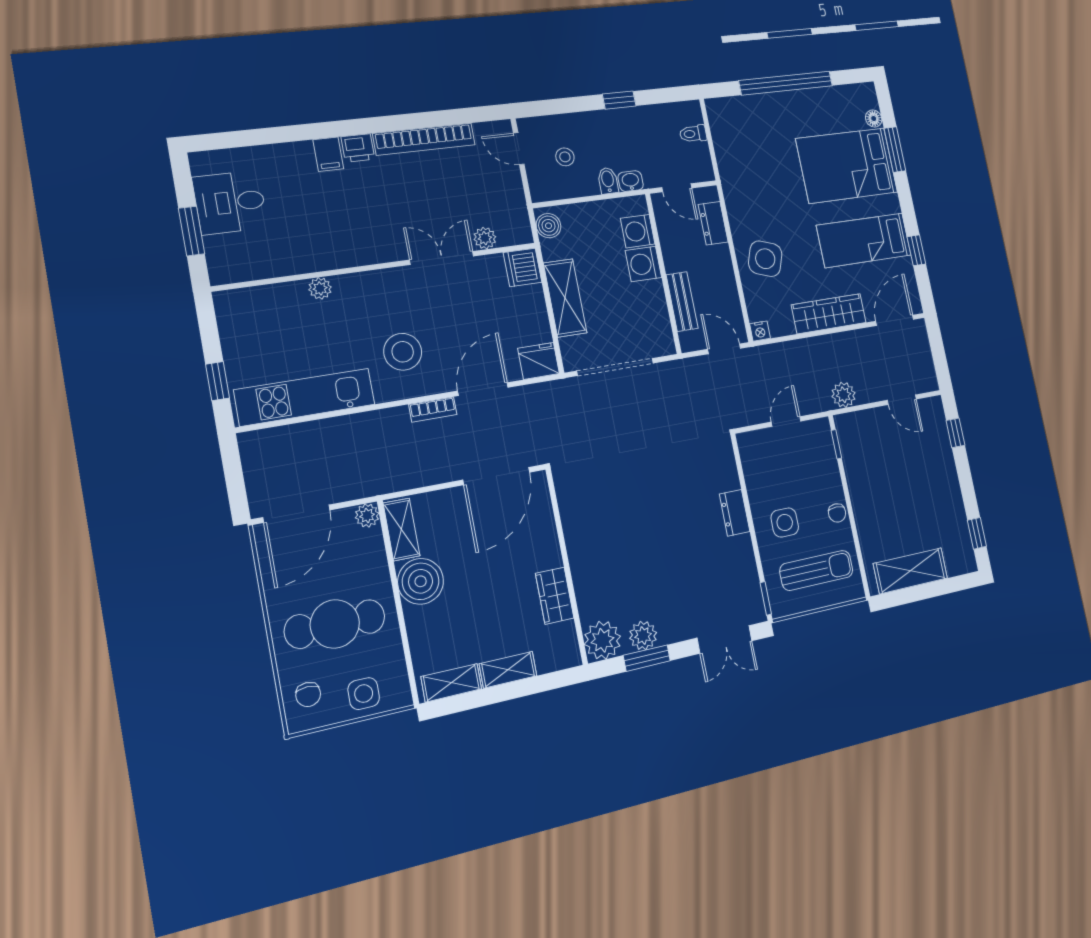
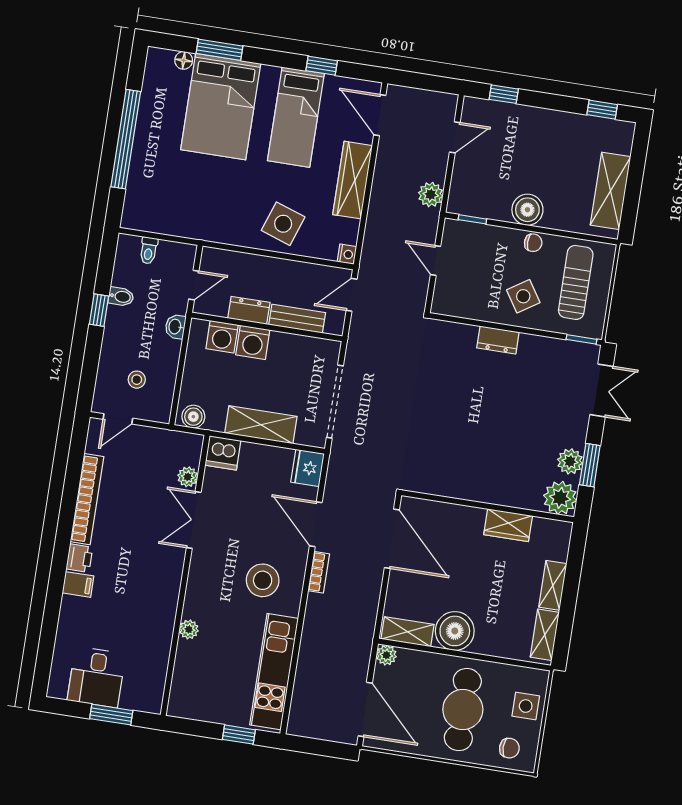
bidet: (608, 181) -> (121, 297), moved, turned 180
dresser: (713, 223) -> (249, 310), moved, turned 180
boiler: (864, 495) -> (527, 210), added
side table: (785, 523) -> (523, 296), turned -33

